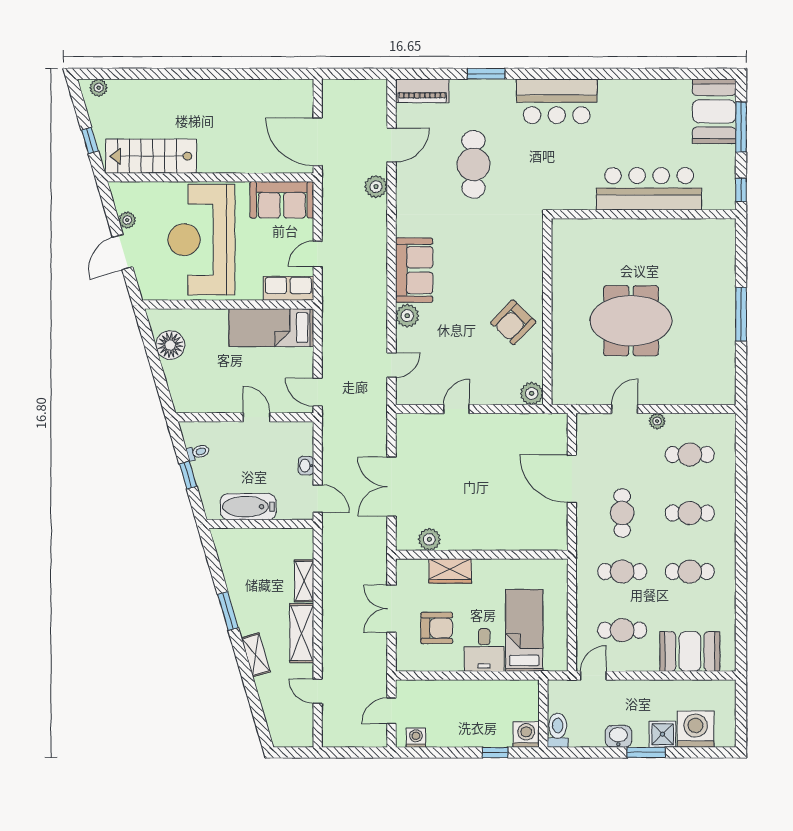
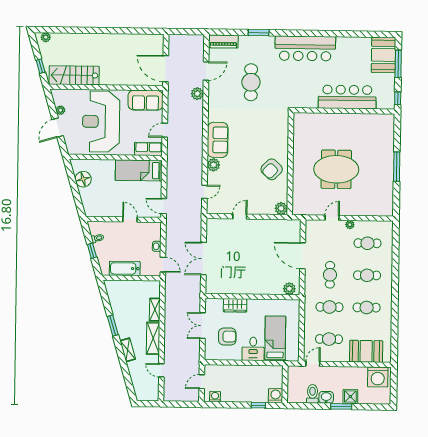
bar counter: (557, 101) -> (305, 48), width x1.36
plant: (429, 539) -> (289, 289), moved
washing machine: (696, 729) -> (378, 377), moved, turned 180
toilet: (558, 730) -> (312, 394), moved

